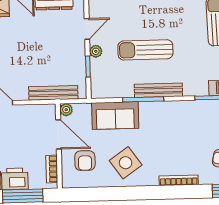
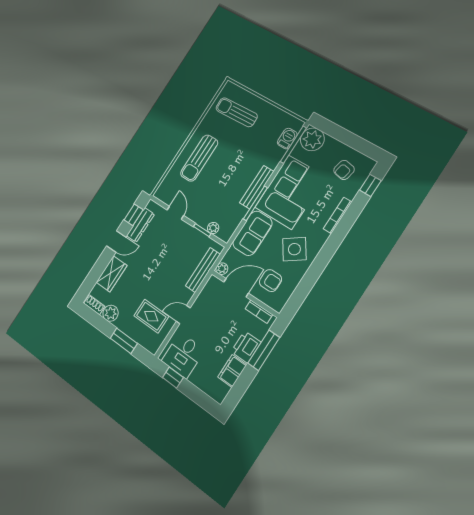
sun lounger: (145, 50) -> (199, 158), moved
plant: (96, 51) -> (213, 228), moved
corner sofa: (173, 124) -> (290, 192), added

